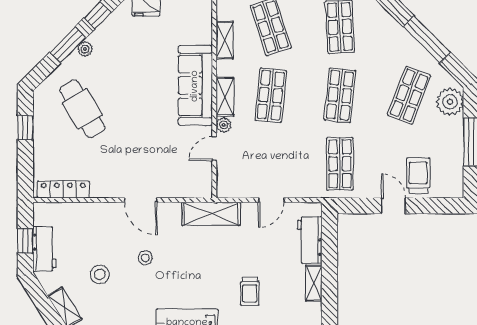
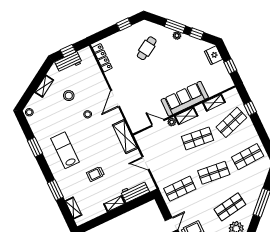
shop shelf: (409, 95) -> (230, 207), turned -30
cafe table: (82, 109) -> (147, 48), width x0.73, depth x0.74

